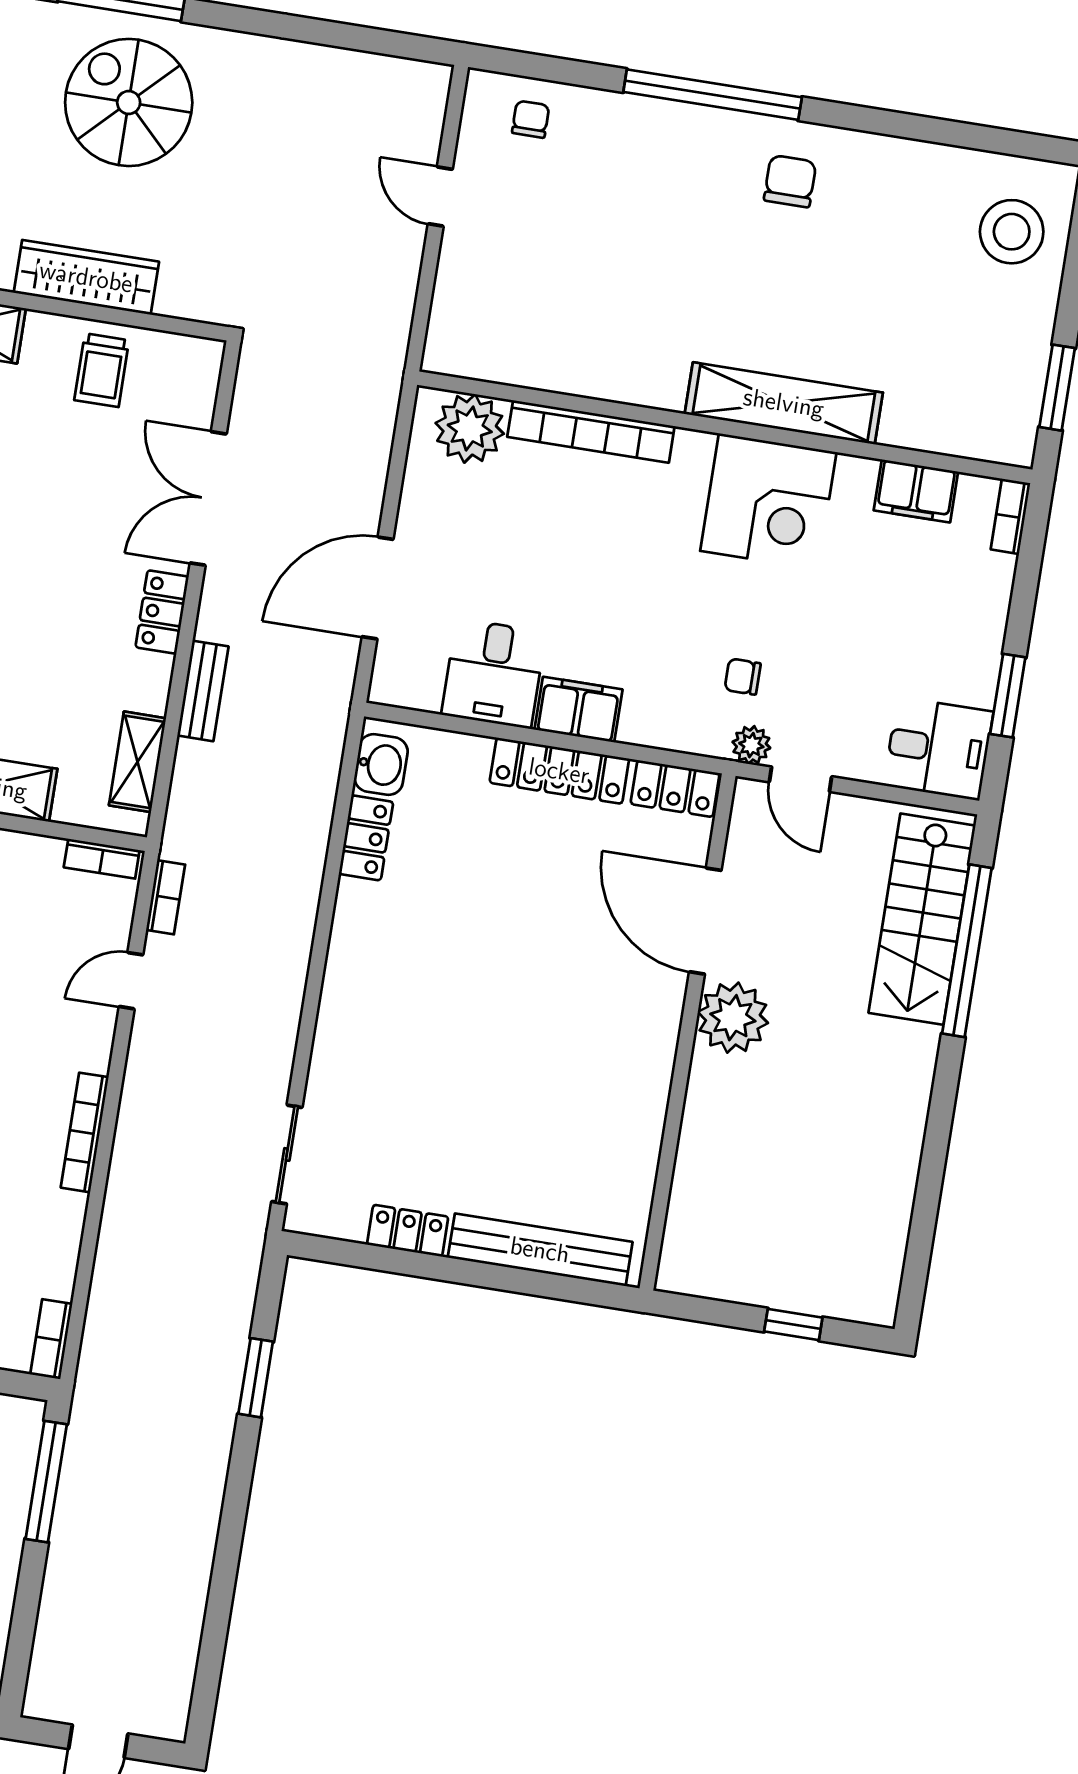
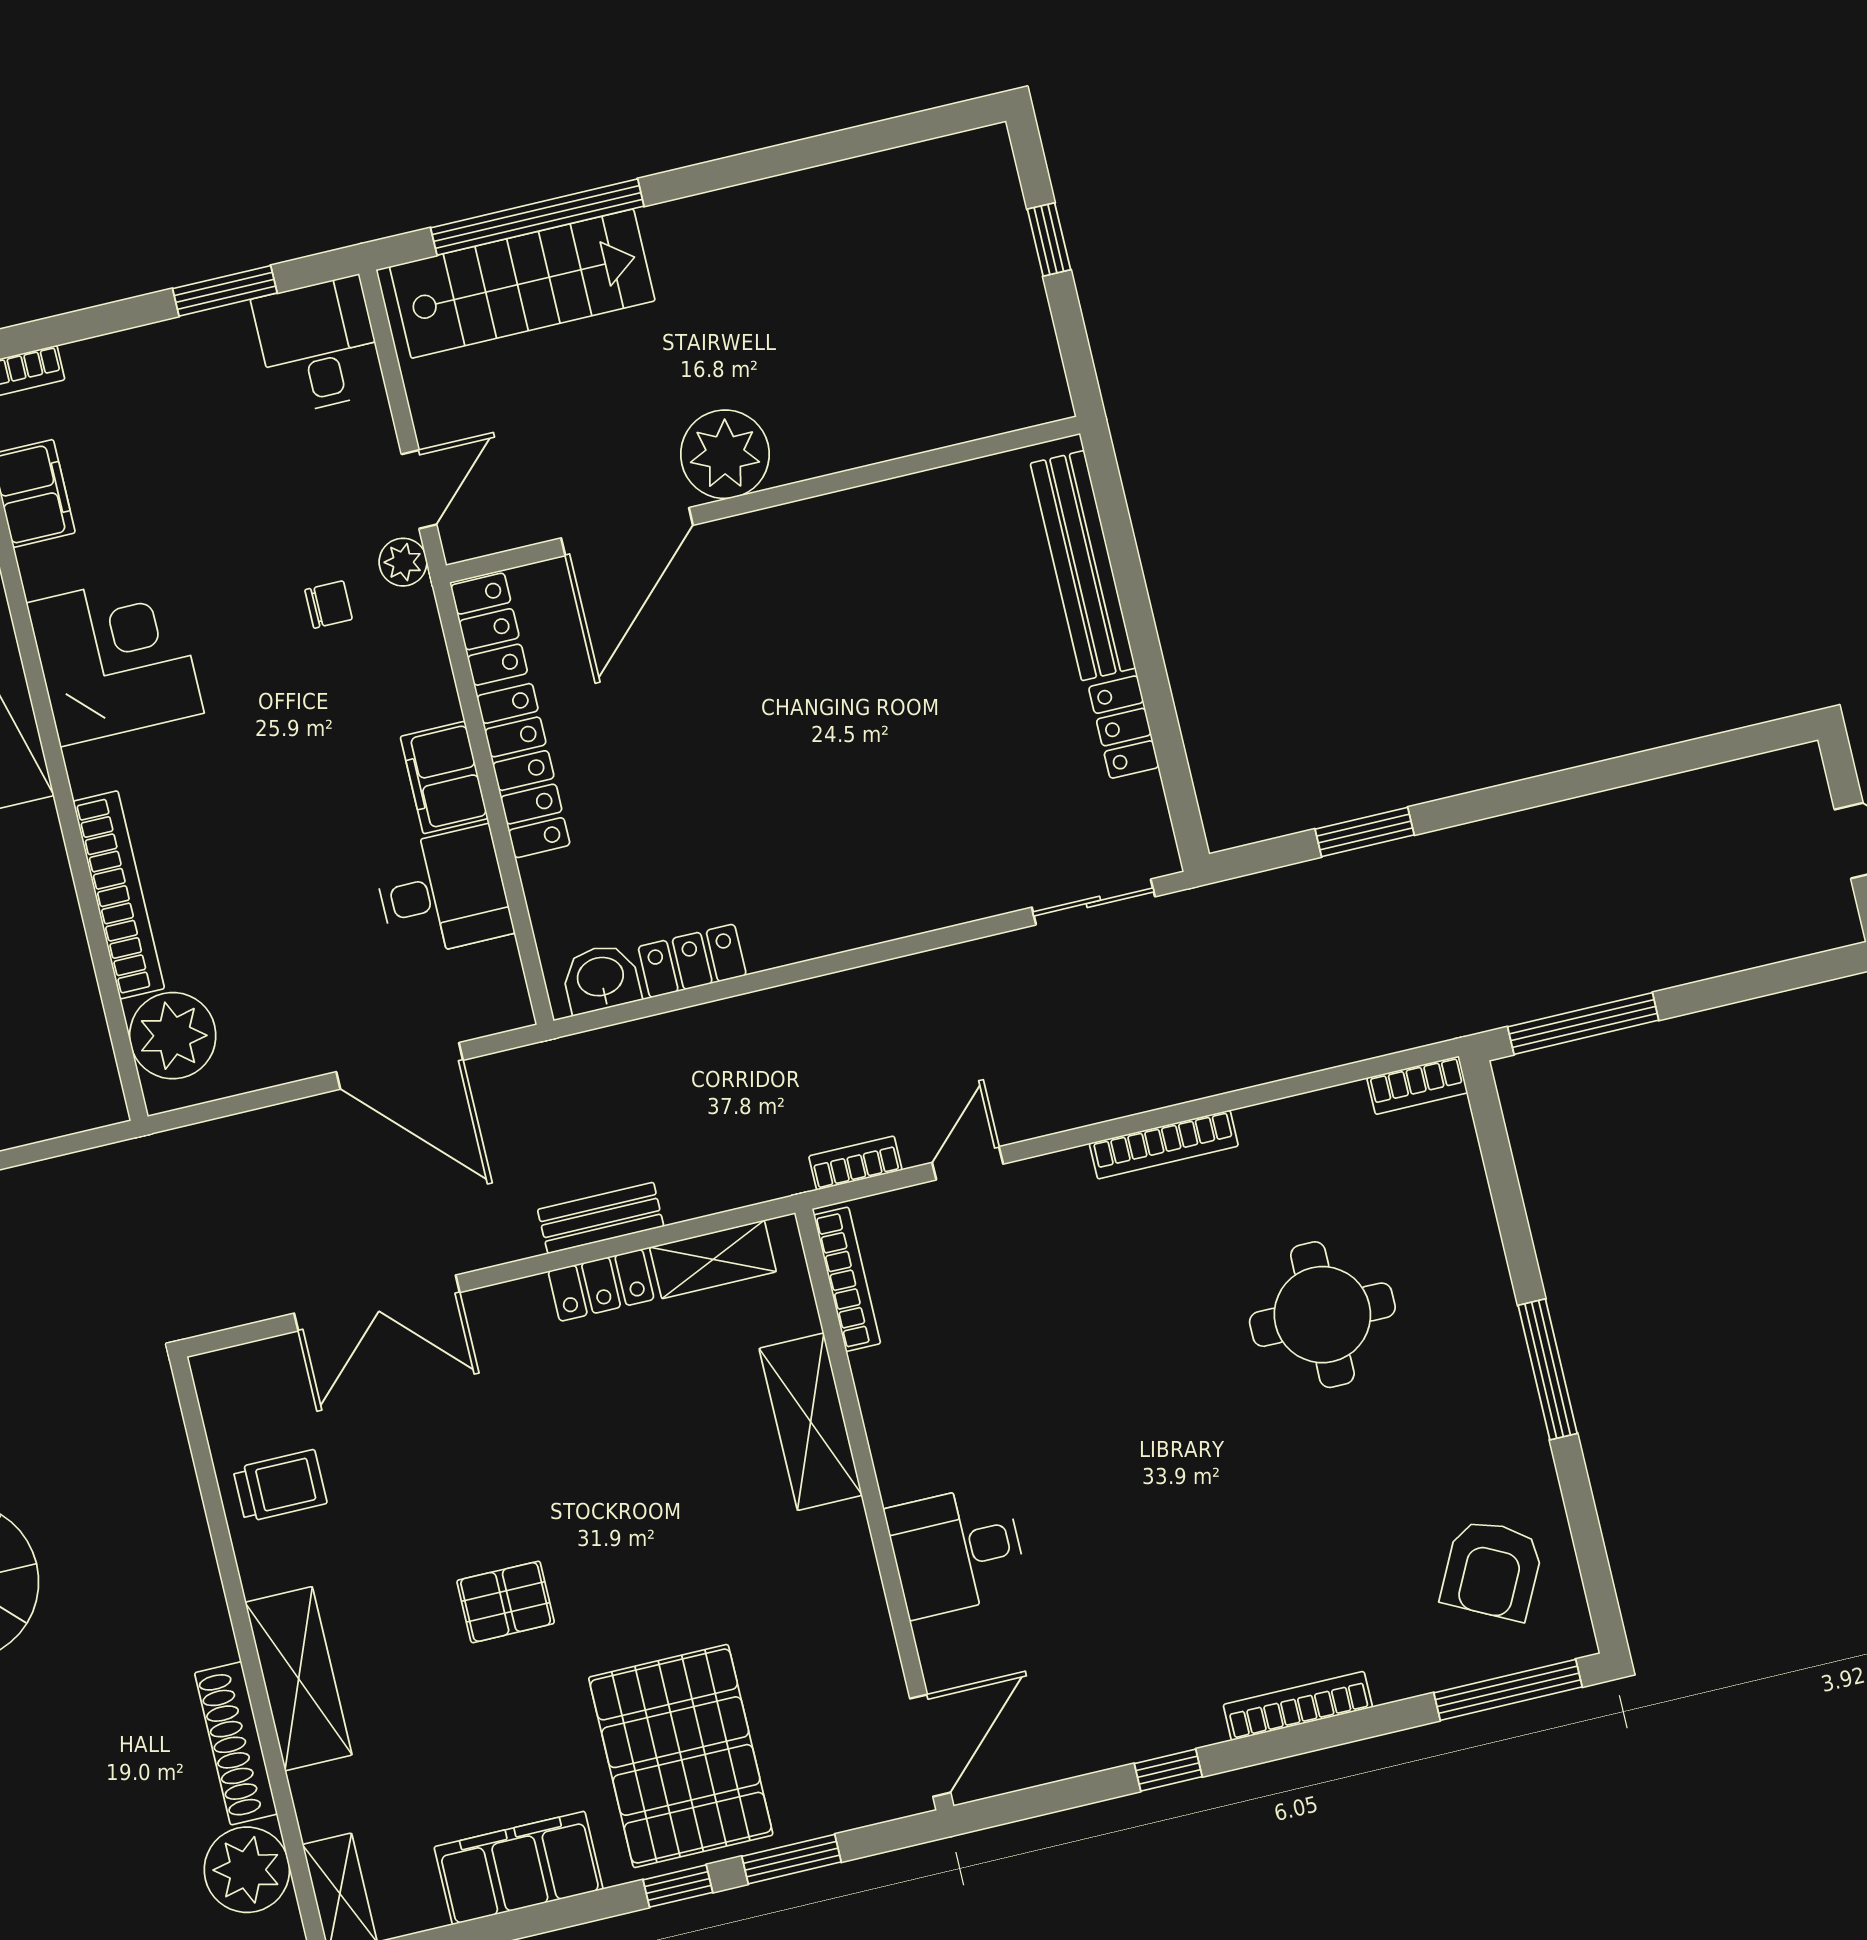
wardrobe: (86, 277) -> (180, 1548), removed
locker: (162, 612) -> (601, 1285), moved
chair: (743, 677) -> (329, 605), turned -90
bookcase: (102, 859) -> (847, 1279), width x1.56
door: (131, 981) -> (968, 1163), swing flipped

